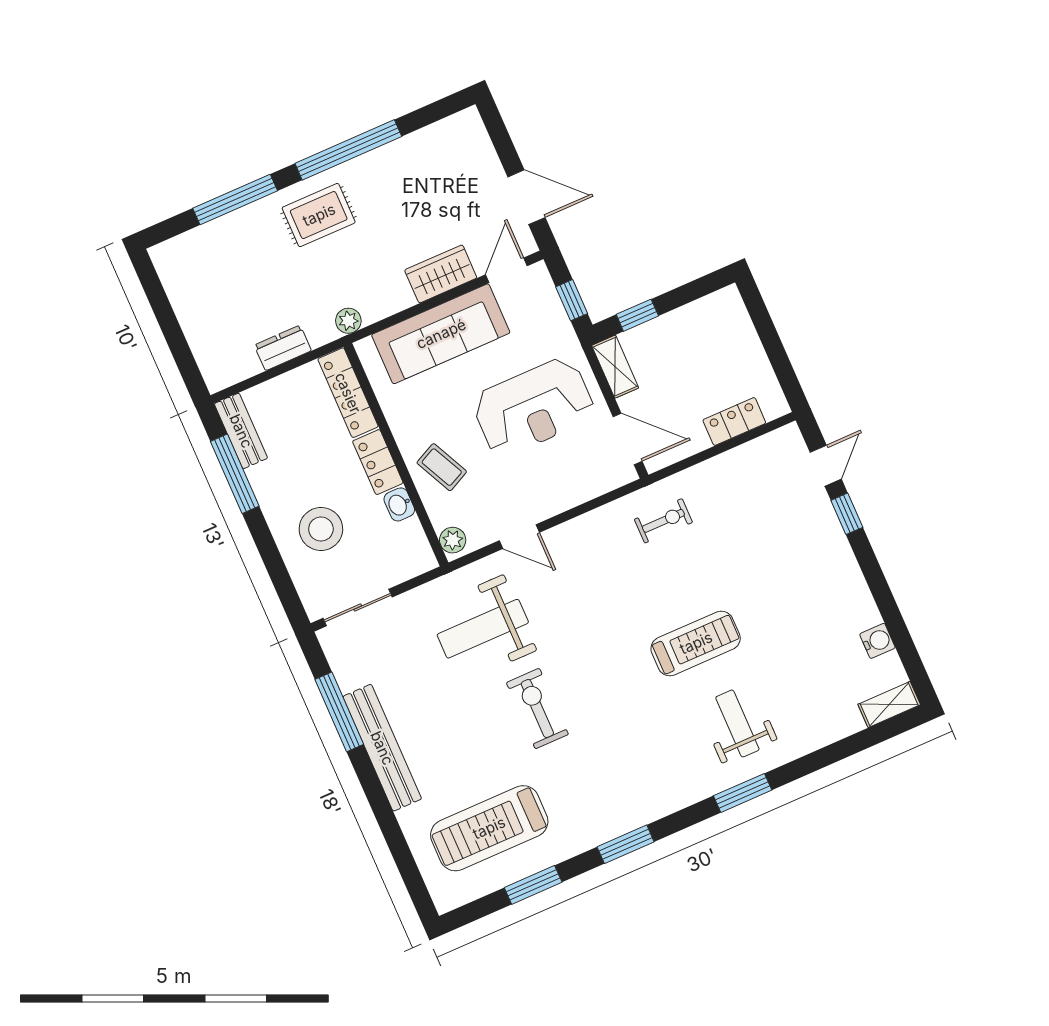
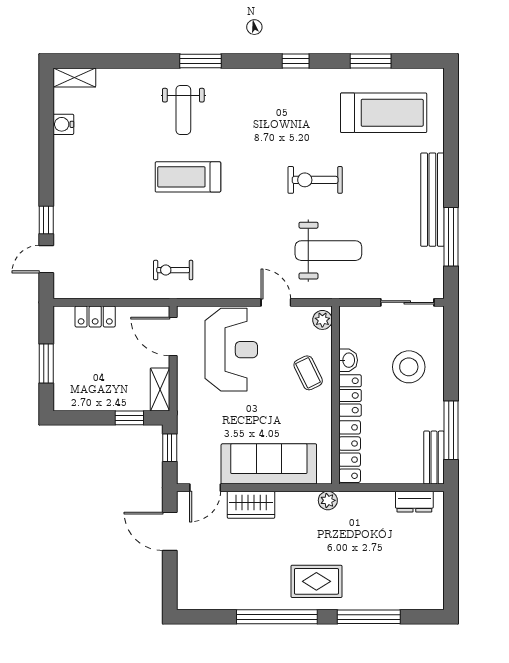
window: (769, 337) -> (46, 364), added
dresser: (283, 348) -> (414, 502), moved
reception desk: (533, 407) -> (231, 350), moved, turned 90
exercise bike: (537, 708) -> (315, 180), turned 90
window: (626, 844) -> (296, 61), width x0.67

